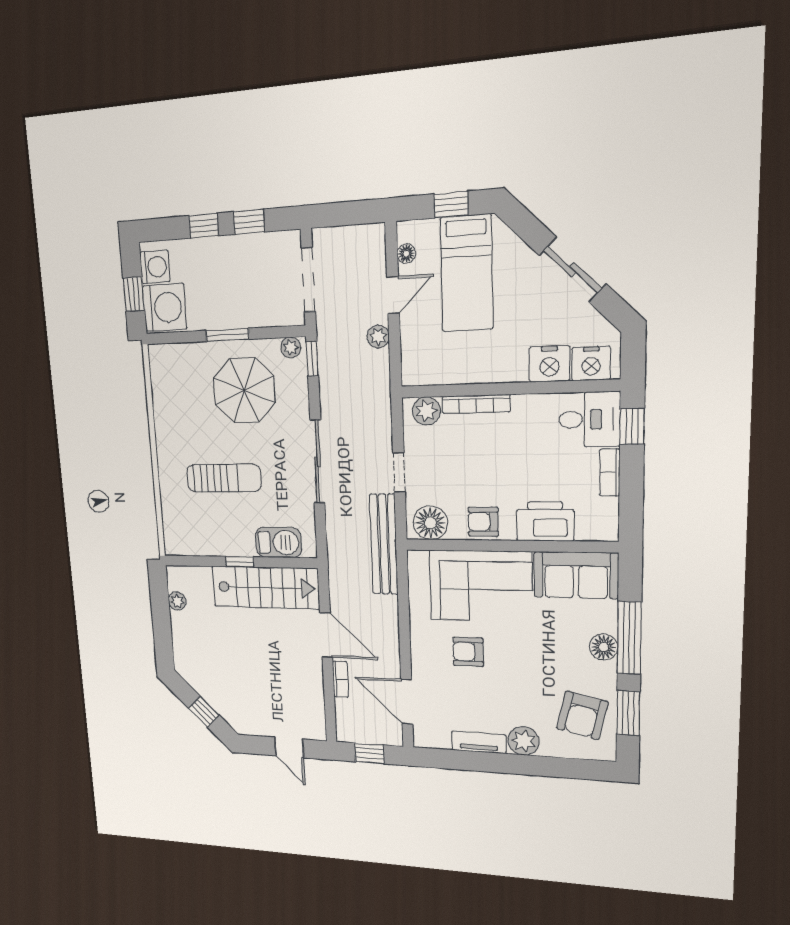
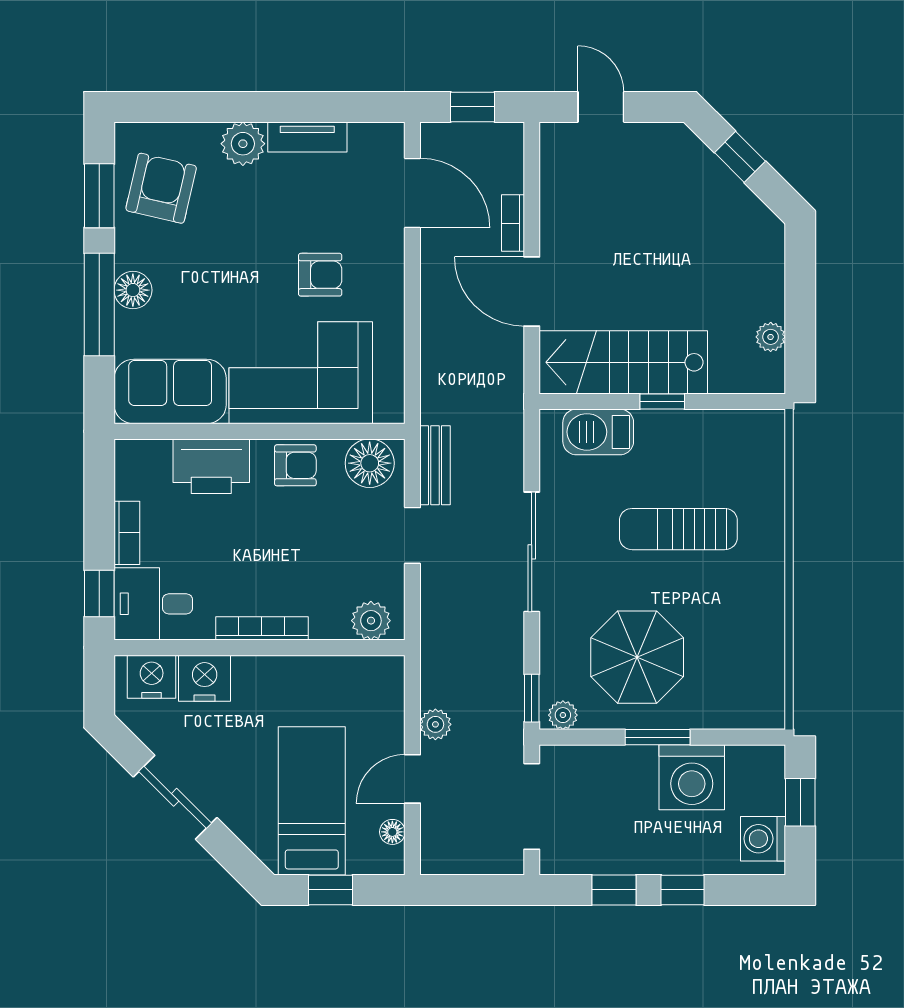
washing machine: (165, 307) -> (692, 777), moved, turned -90
bookcase: (476, 404) -> (262, 628), moved
bench: (384, 544) -> (435, 465), width x0.54, depth x0.82

